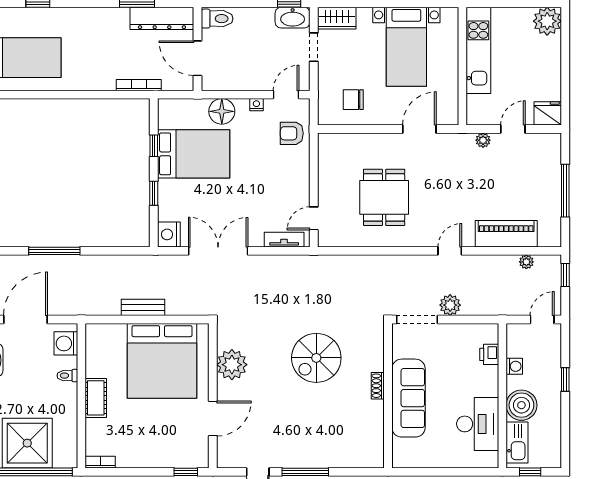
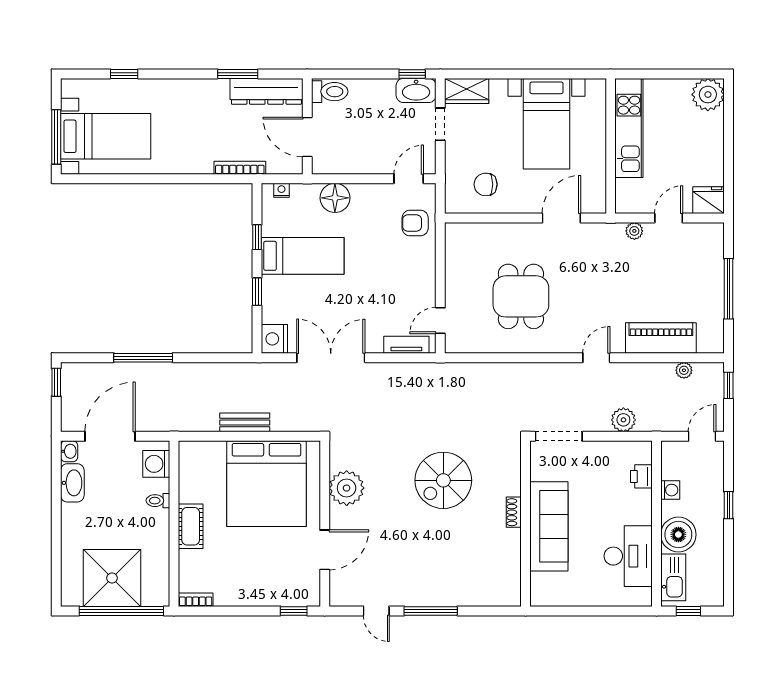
nightstand: (256, 105) -> (281, 190), moved
bed: (194, 154) -> (303, 256), width x0.67
plant: (450, 305) -> (623, 420), moved

